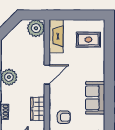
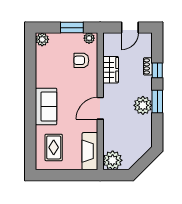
rug: (88, 40) -> (54, 147), turned 90
sofa: (95, 98) -> (46, 106), moved

